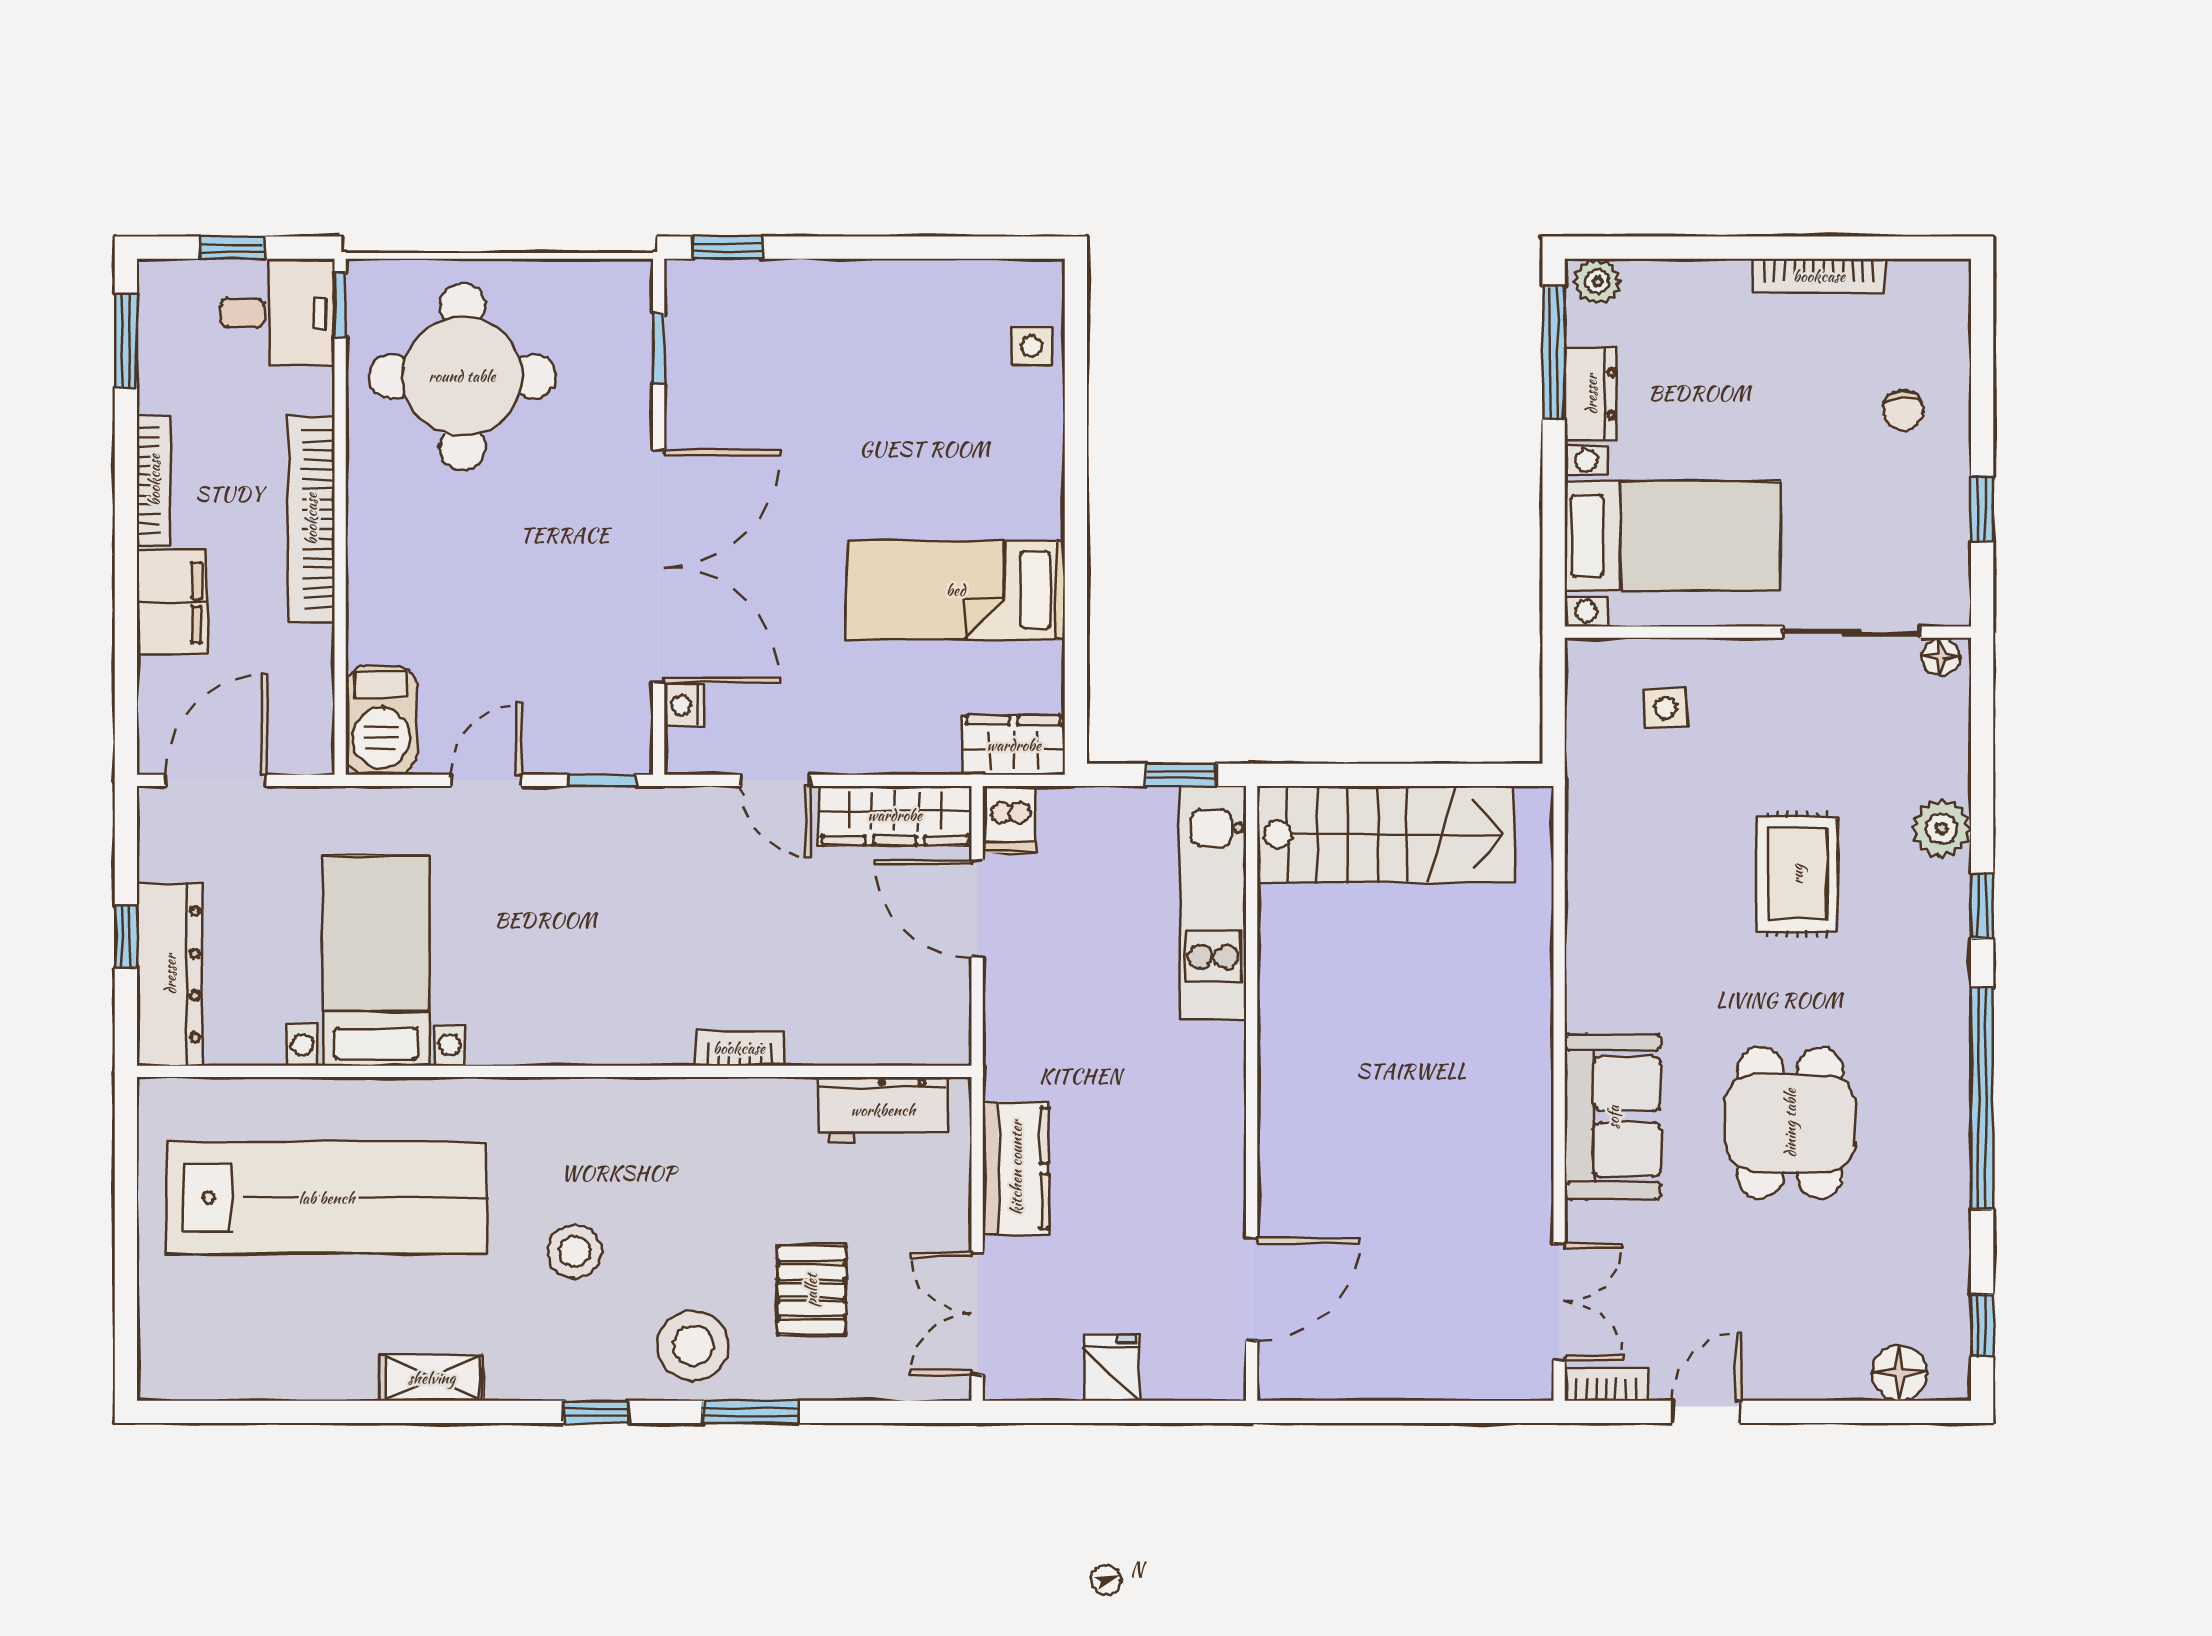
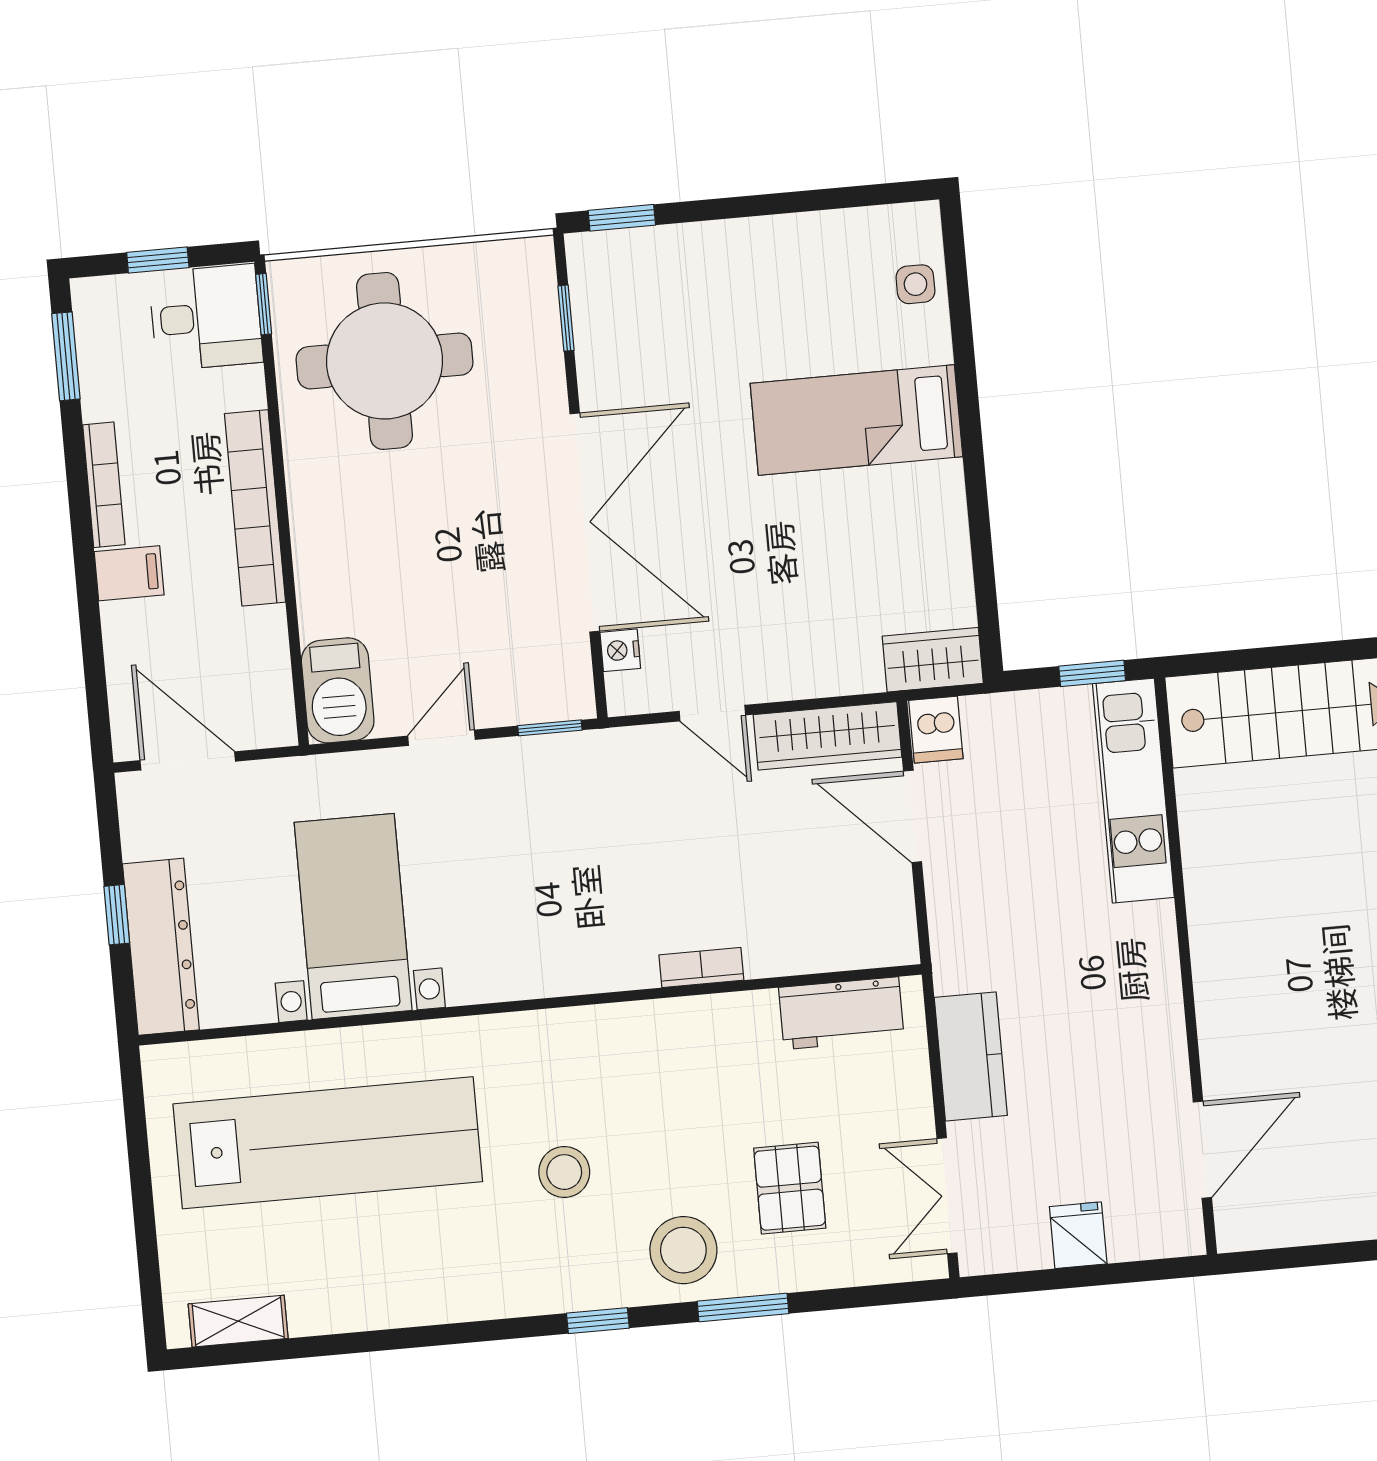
bed: (956, 590) -> (856, 420), moved
filing cabinet: (172, 603) -> (129, 573), width x0.50
door: (216, 780) -> (188, 761), hinge flipped
shelving: (432, 1378) -> (238, 1321), moved

